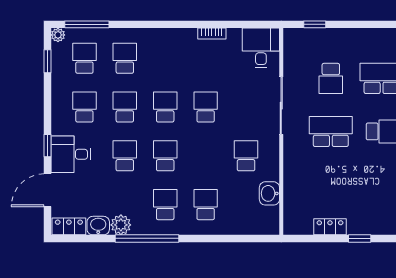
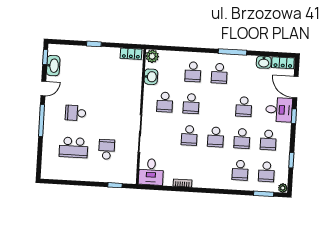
window: (87, 24) -> (264, 194), width x0.69
window: (47, 61) -> (291, 160), moved
school desk: (331, 131) -> (109, 115), removed
school desk: (165, 156) -> (191, 104), moved
door: (47, 190) -> (296, 87), swing flipped
plant: (121, 225) -> (152, 56), moved
locker: (330, 227) -> (131, 54), moved
window: (147, 238) -> (232, 52), width x0.68

